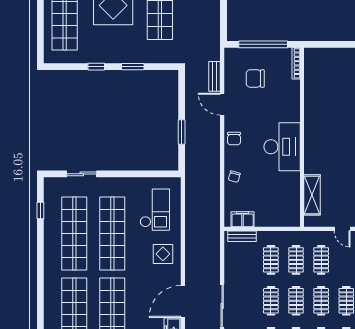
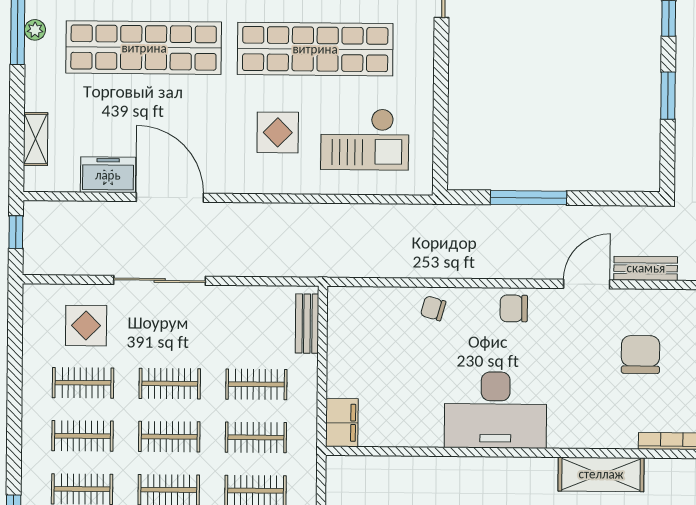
window: (182, 132) -> (529, 198), width x1.44
shelving: (312, 195) -> (601, 474), moved
filing cabinet: (243, 219) -> (342, 423), moved
display table: (163, 254) -> (278, 132), moved

